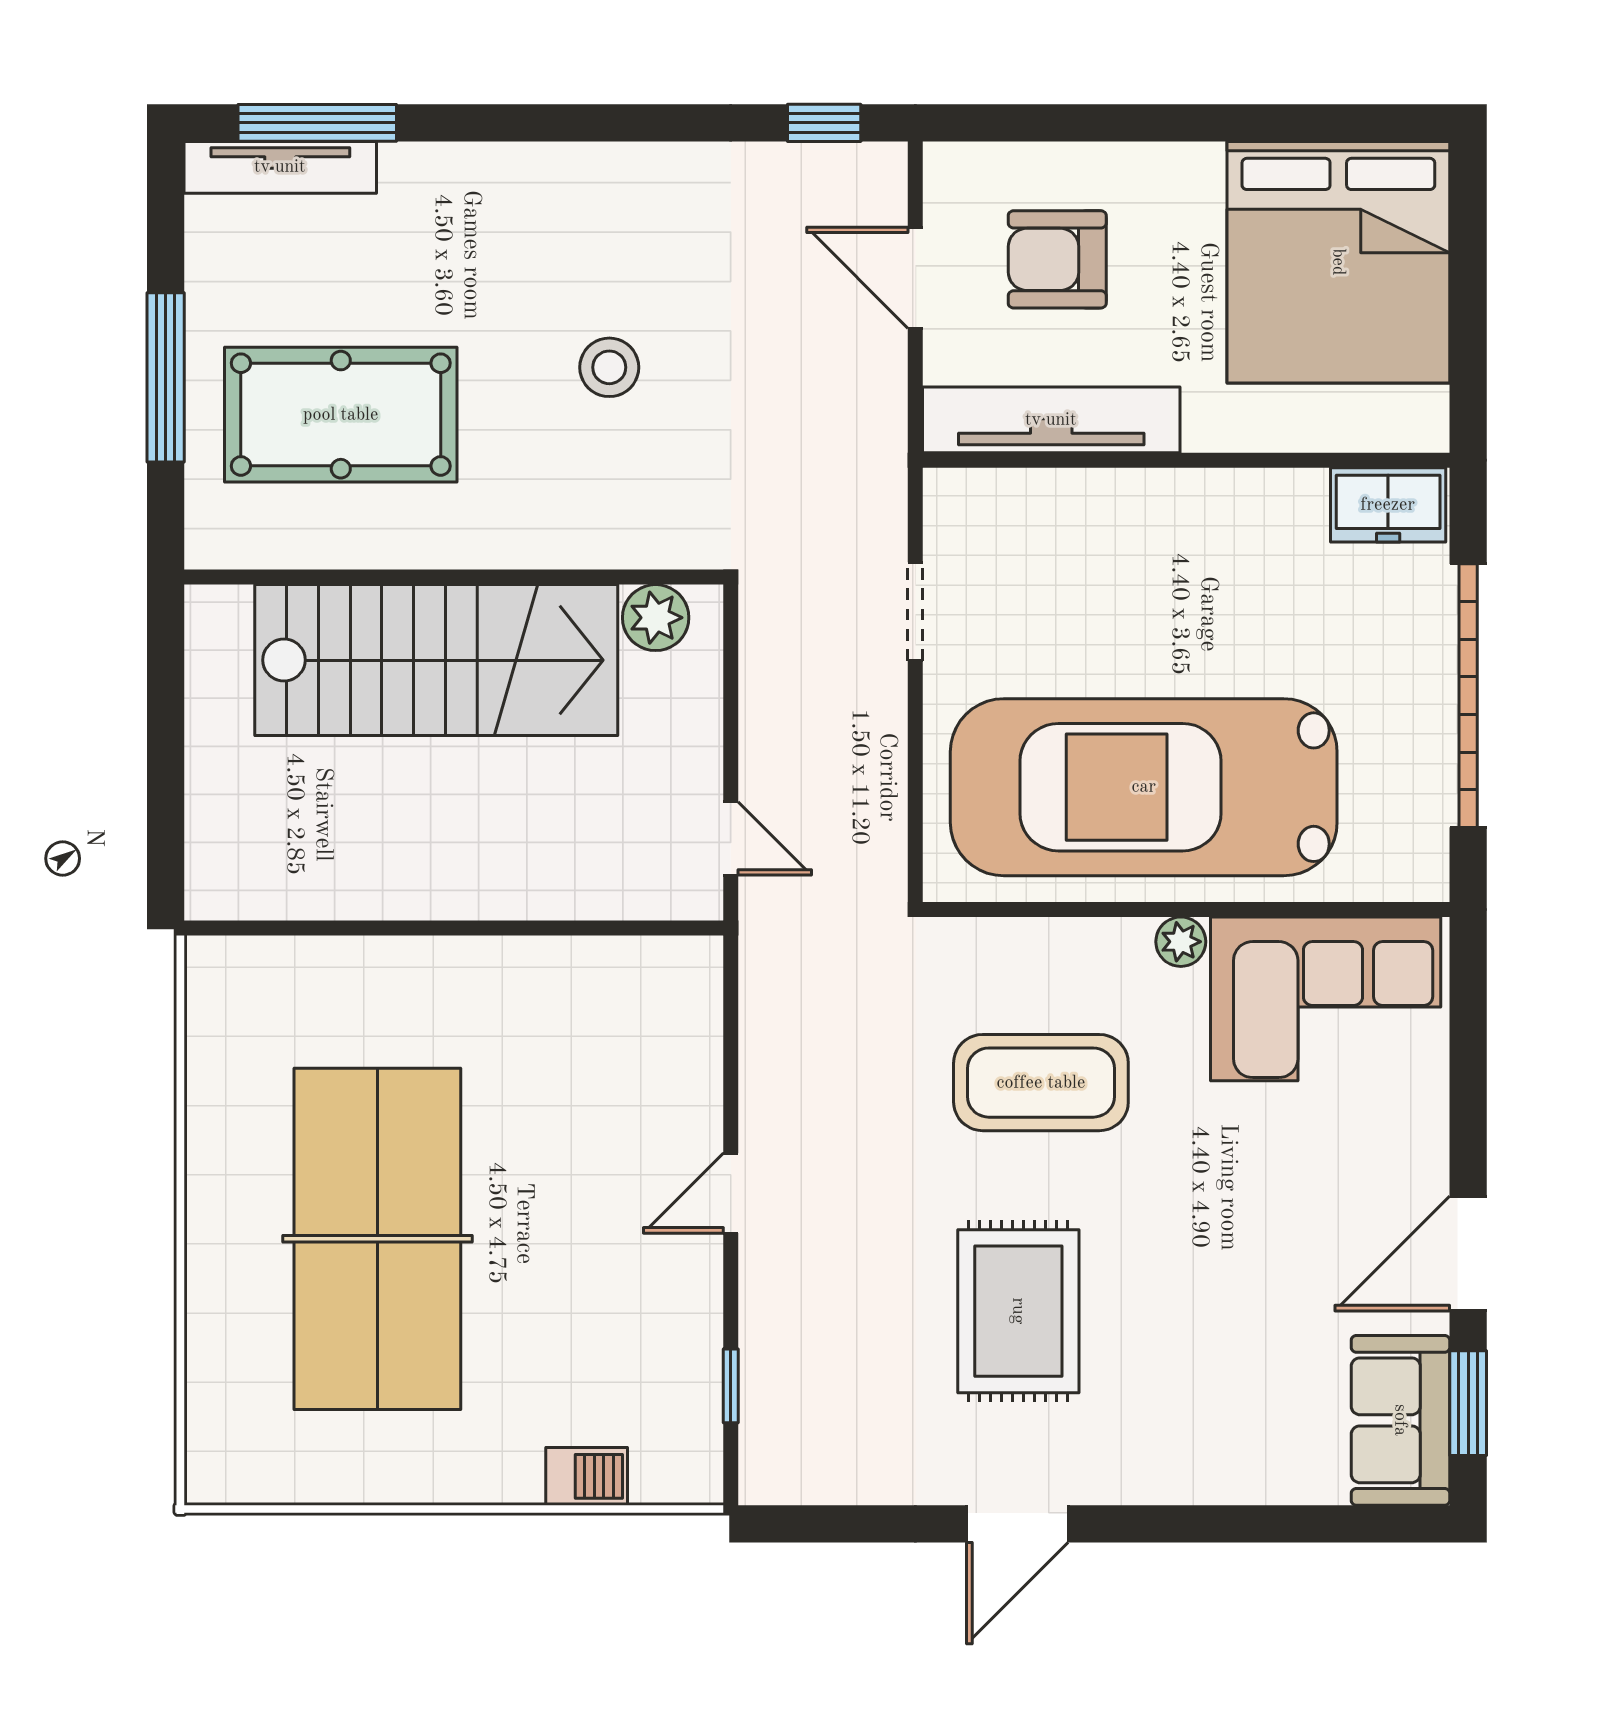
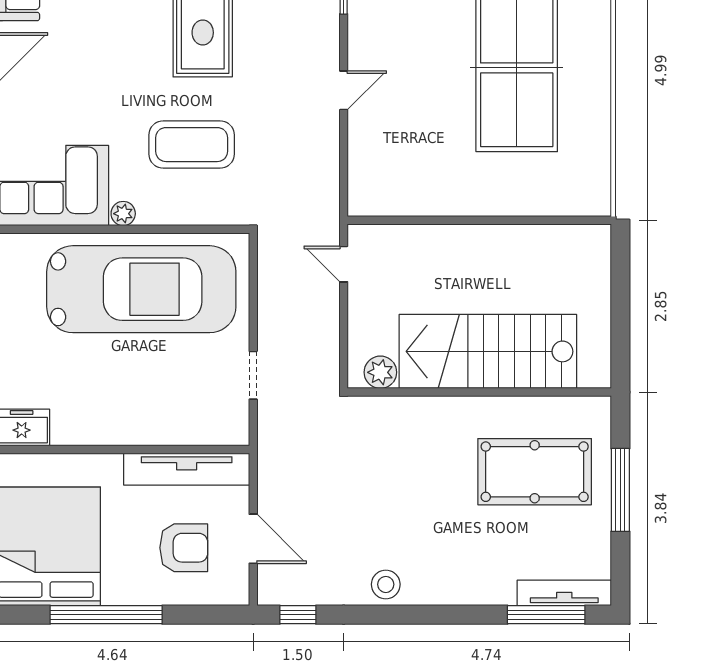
window: (1216, 123) -> (106, 615), added
stool: (609, 367) -> (386, 584), moved

